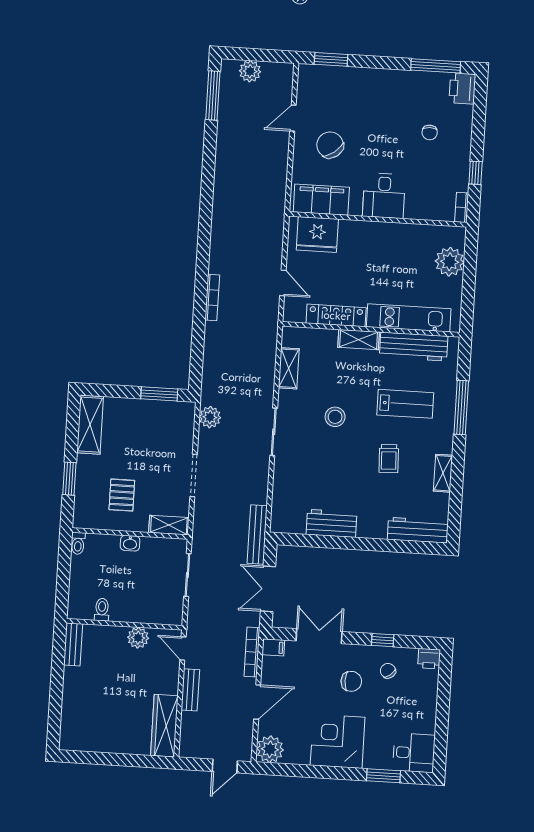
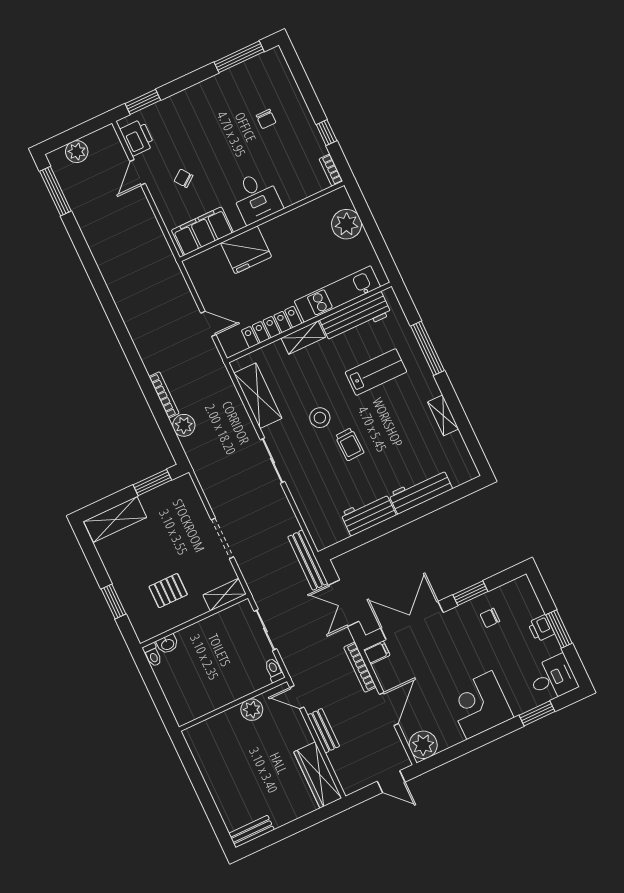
printer: (462, 88) -> (137, 137), moved, turned 180
chair: (330, 145) -> (184, 178), width x0.54, depth x0.54
fridge: (317, 234) -> (246, 250), moved
bookcase: (212, 297) -> (164, 395), moved
shelving: (289, 368) -> (258, 396), width x1.50, depth x1.33
plant: (210, 417) -> (184, 425), moved
shelving: (90, 425) -> (115, 519), moved, turned 90
trolley: (389, 459) -> (350, 444), moved
pallet: (122, 495) -> (168, 591), turned 90
workbench: (418, 530) -> (421, 491), moved
washbasin: (130, 543) -> (167, 644), moved
toilet: (102, 610) -> (274, 670), moved
double door: (319, 636) -> (412, 620), width x1.37
window: (383, 640) -> (470, 593), width x1.50
bench: (73, 644) -> (251, 832), moved, turned 90
printer: (429, 659) -> (541, 628), moved, turned 90
chair: (388, 671) -> (490, 618), turned -51
chair: (351, 681) -> (463, 645), removed
window: (443, 713) -> (559, 629), added
door: (225, 766) -> (391, 782), hinge flipped

